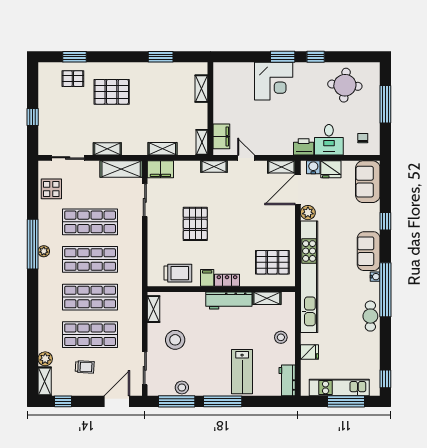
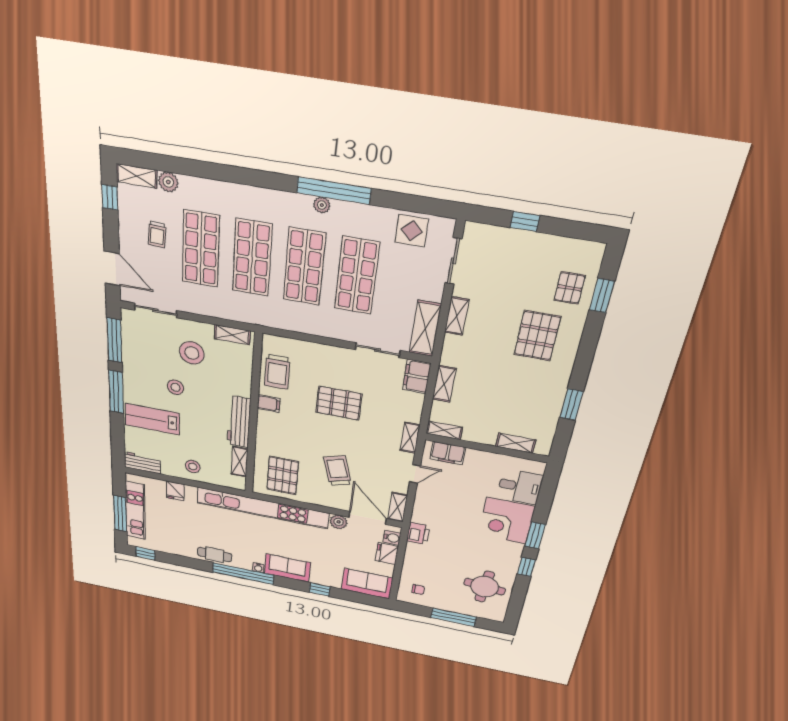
desk: (329, 140) -> (520, 487), moved, turned 180
trolley: (257, 219) -> (338, 471), added
locker: (227, 280) -> (264, 424), removed
stool: (182, 388) -> (175, 387), moved

